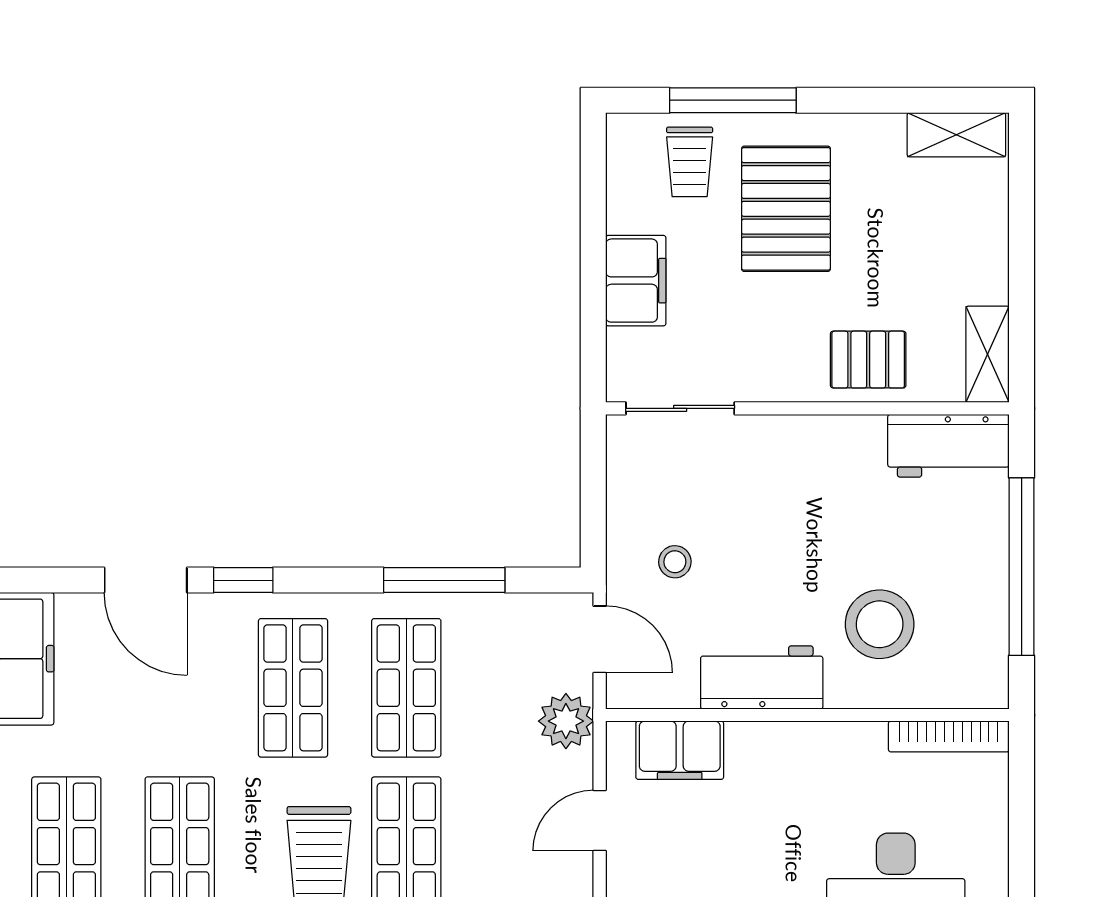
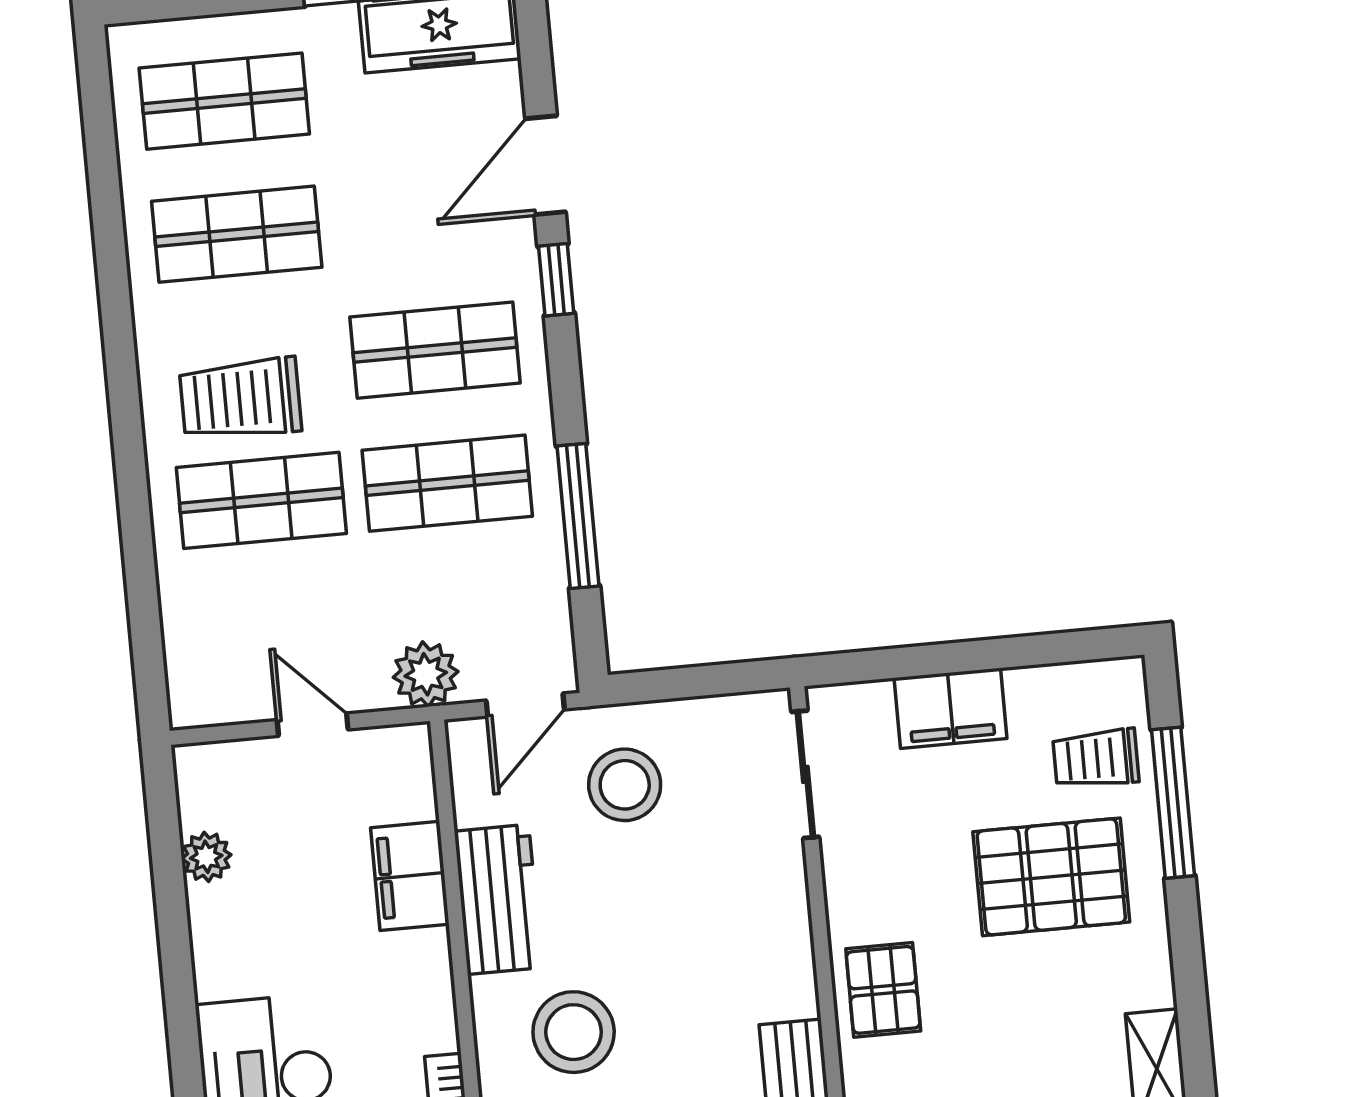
stool: (675, 562) -> (625, 785), width x1.89, depth x1.89
filing cabinet: (680, 750) -> (410, 876), moved

